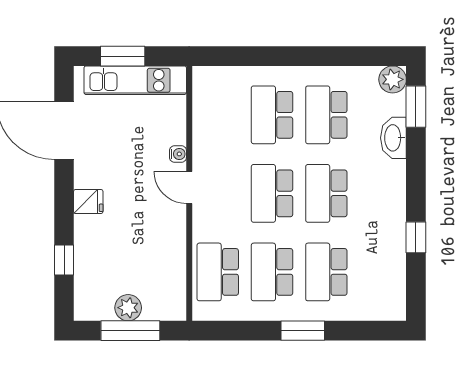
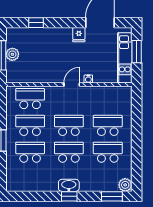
washbasin: (393, 138) -> (69, 185), moved
fridge: (88, 201) -> (79, 35), moved
window: (416, 237) -> (69, 196), moved

